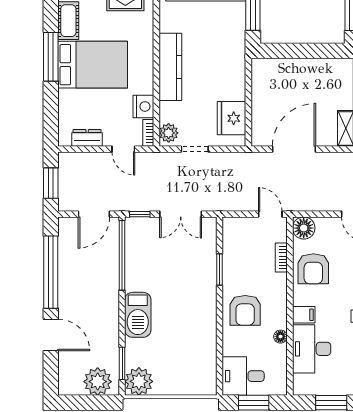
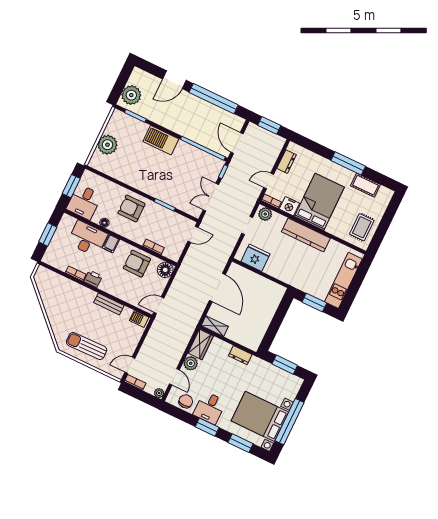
bed: (93, 65) -> (319, 202), moved, turned 180
door: (270, 214) -> (193, 234), moved
desk: (243, 376) -> (84, 202), moved, turned 180
plant: (139, 381) -> (107, 145), moved

